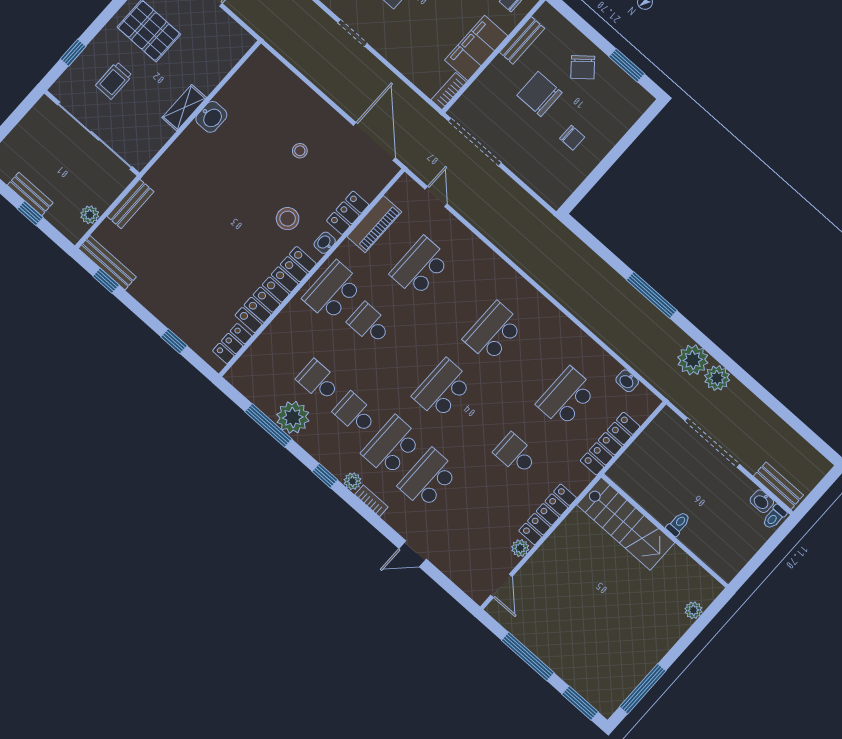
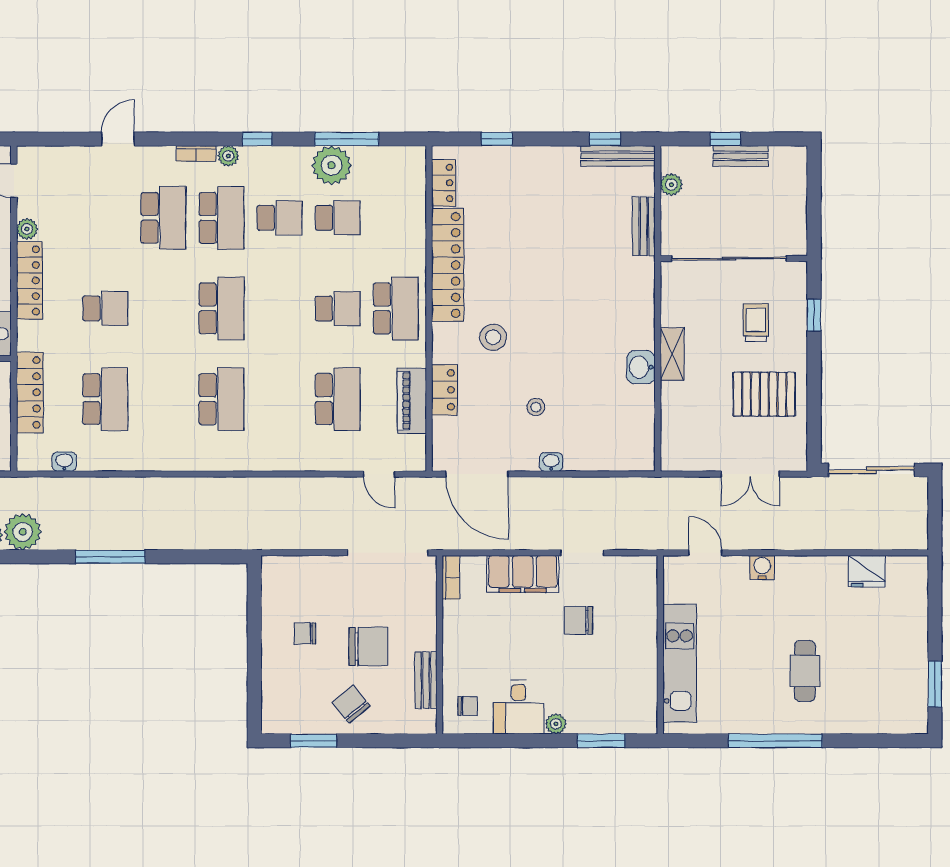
filing cabinet: (476, 48) -> (523, 574), moved, turned 90
washbasin: (325, 243) -> (551, 462), moved, turned -90

